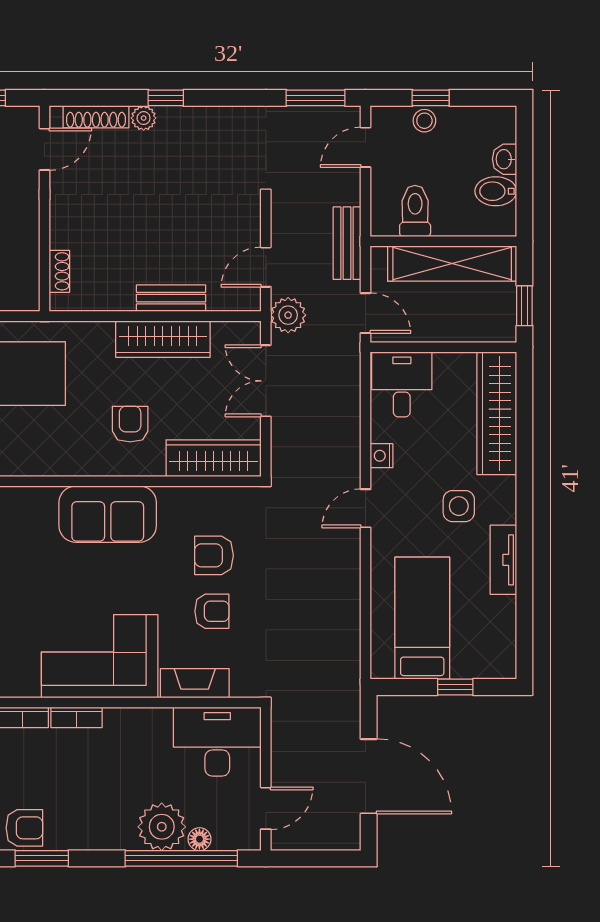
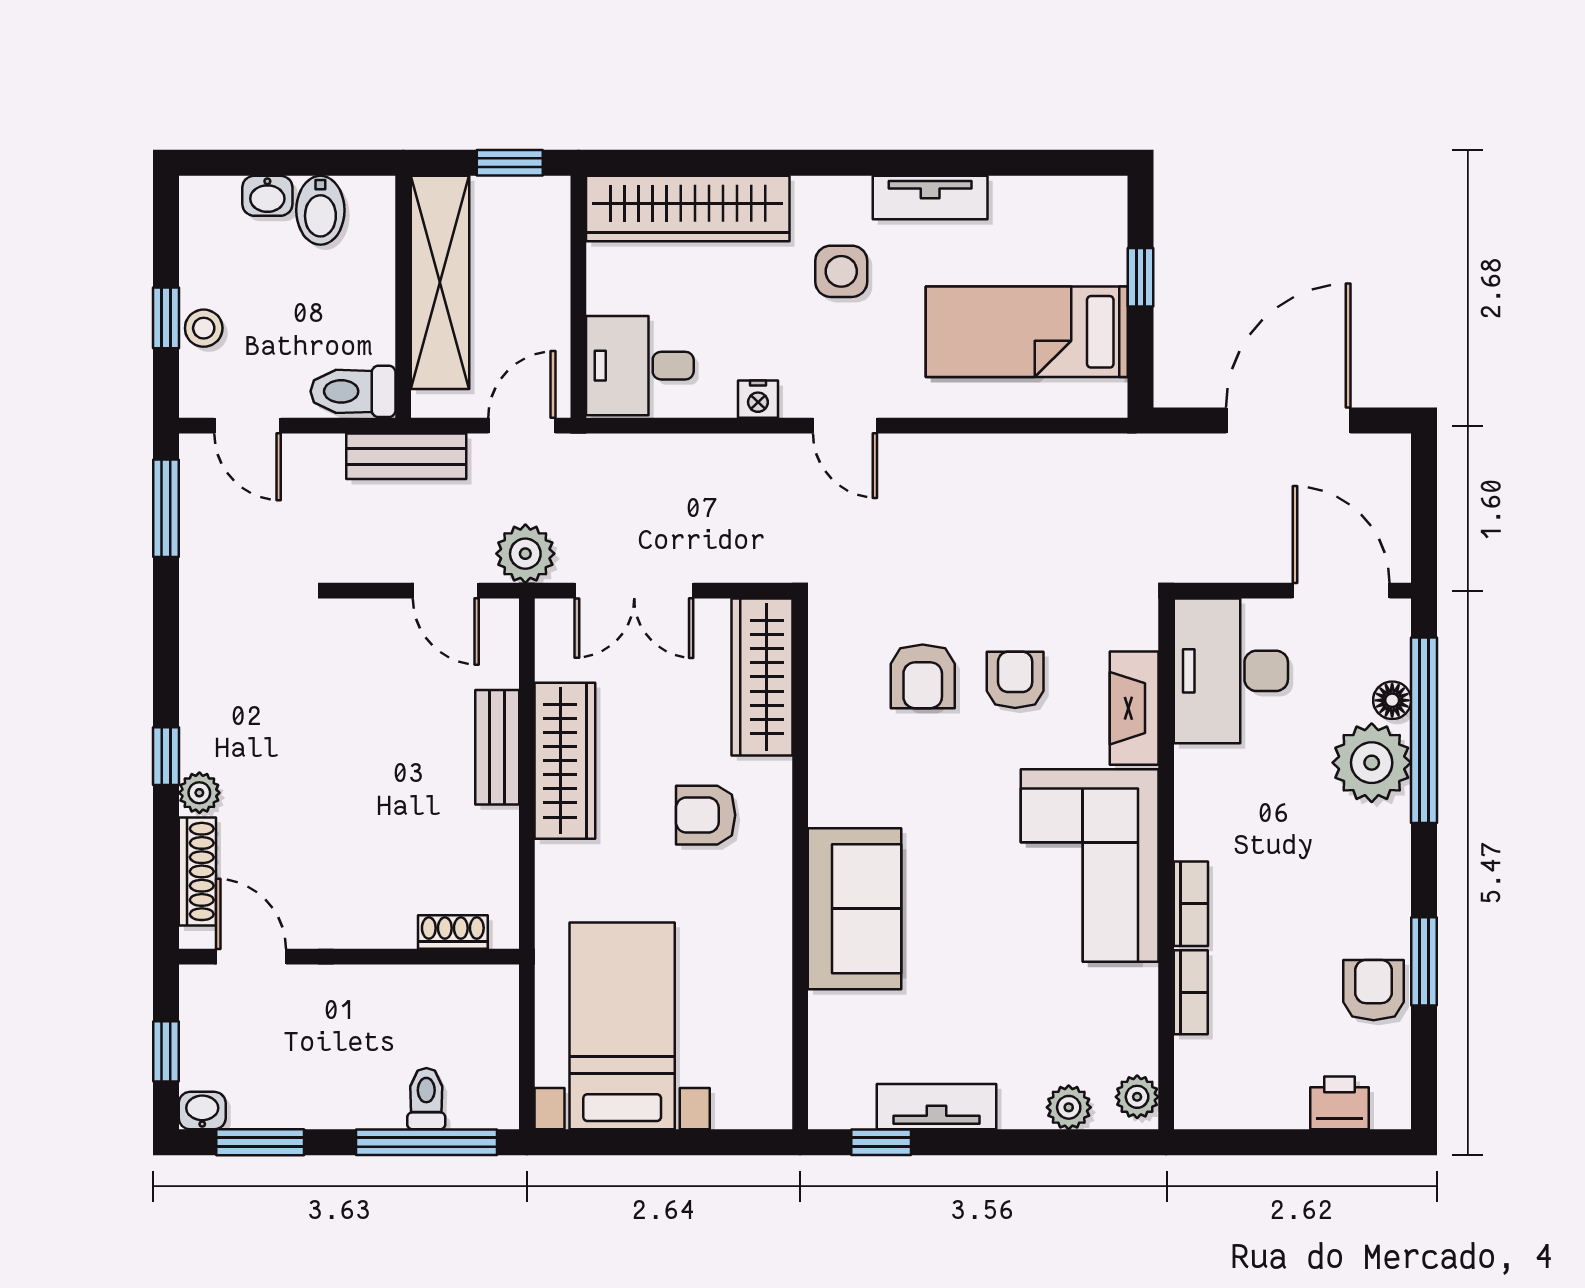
toilet: (415, 211) -> (353, 391), moved
sofa: (108, 514) -> (855, 909), moved
door: (266, 808) -> (1341, 591), width x1.38

